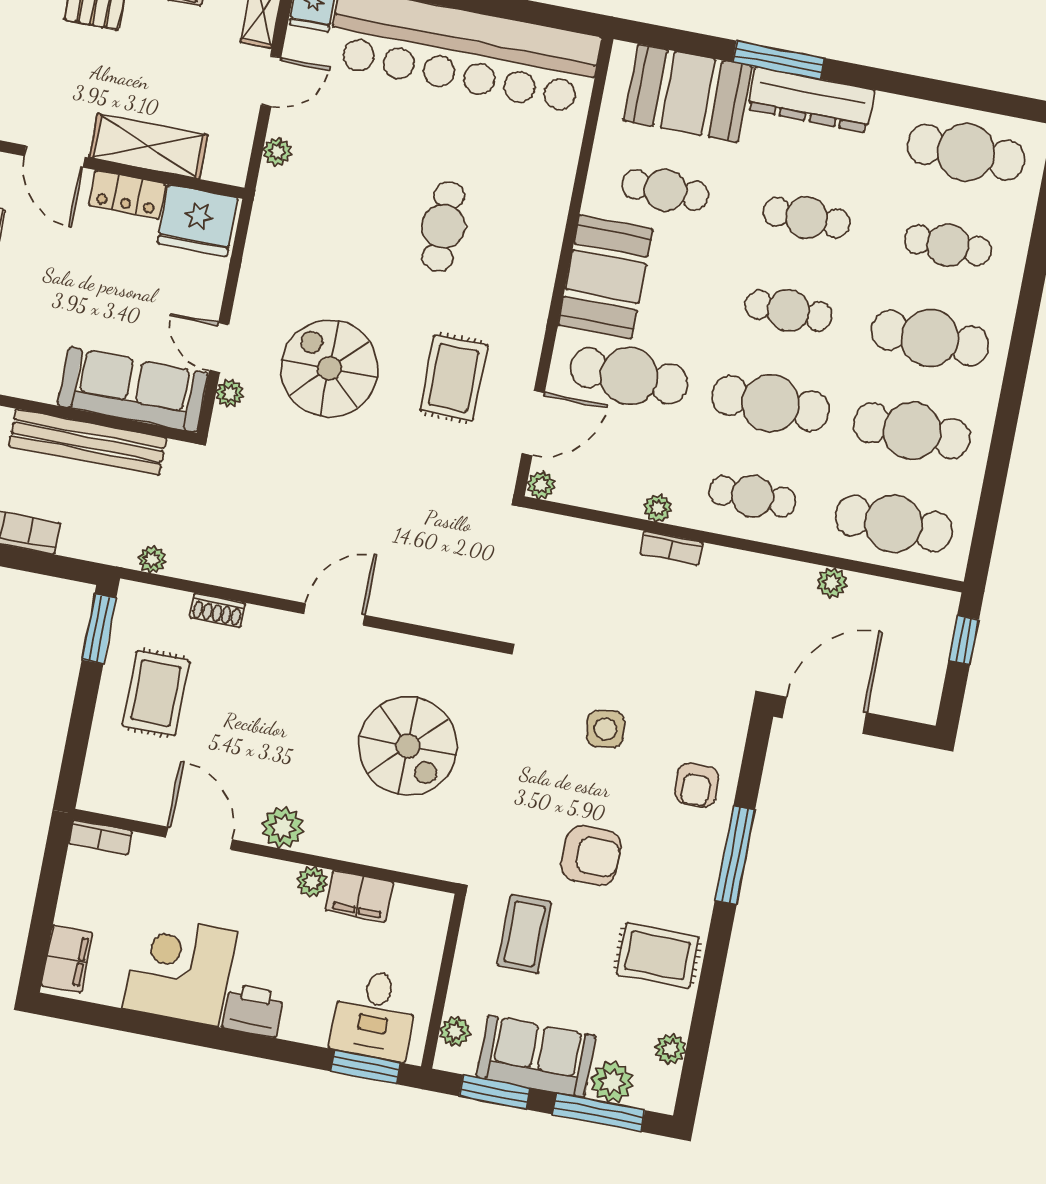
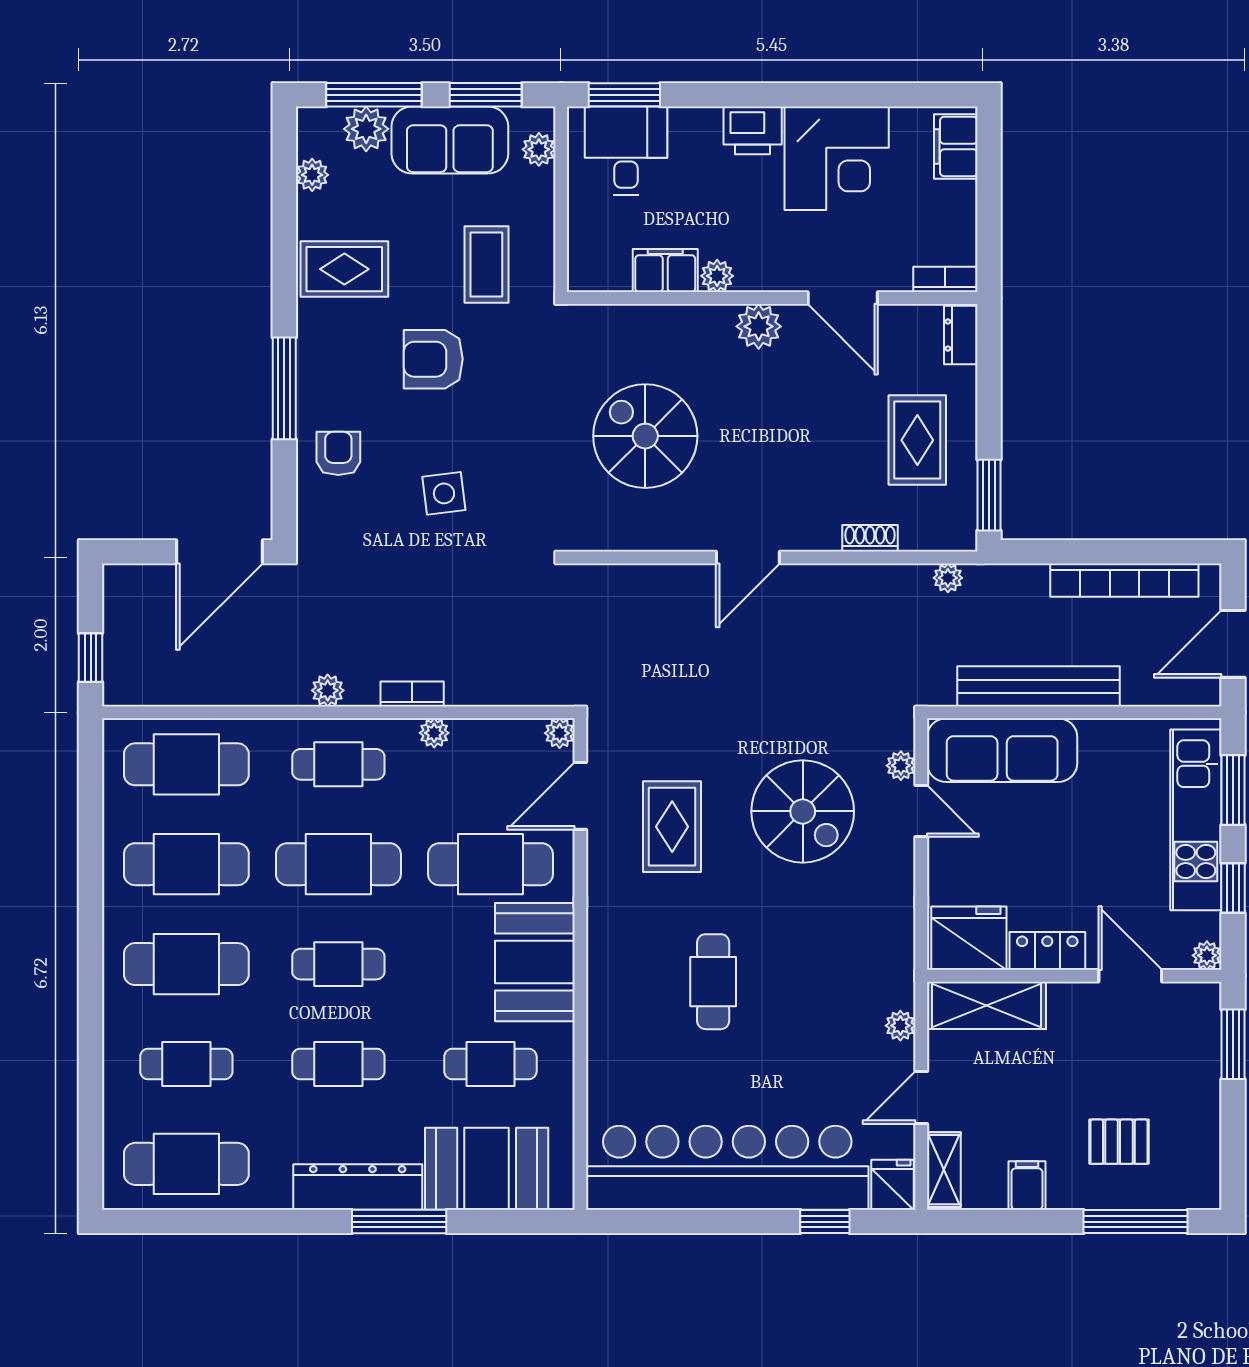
shelving: (148, 146) -> (986, 1005), moved
plant: (832, 583) -> (328, 690), moved
dresser: (96, 783) -> (961, 335), added

